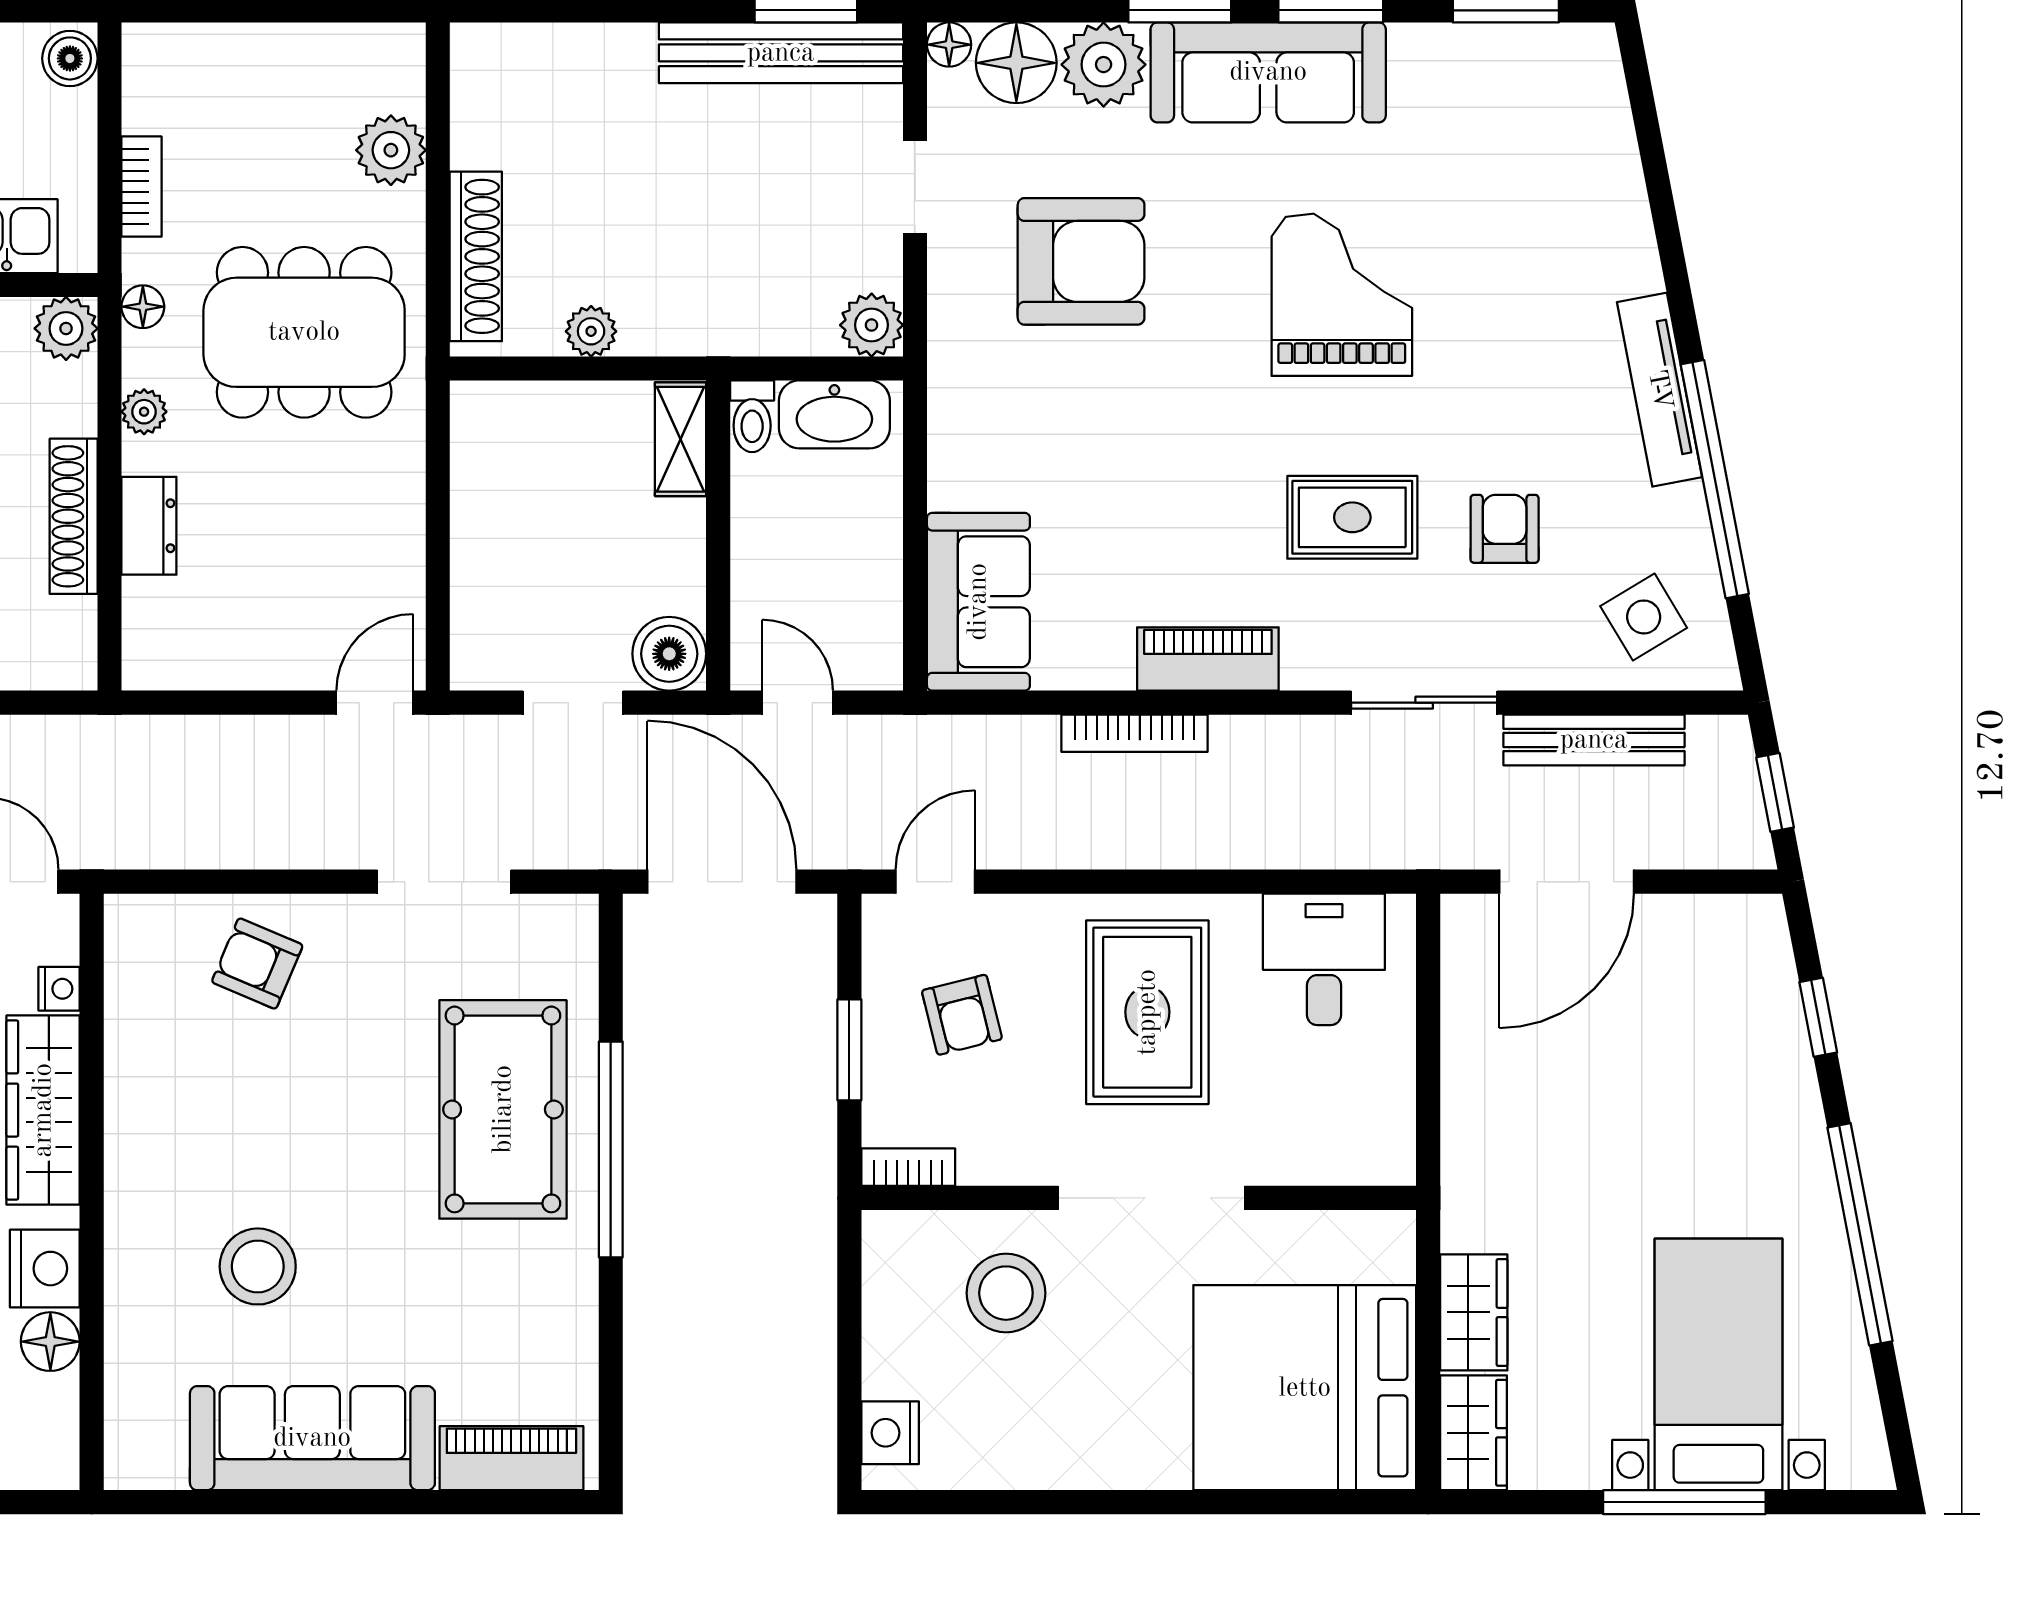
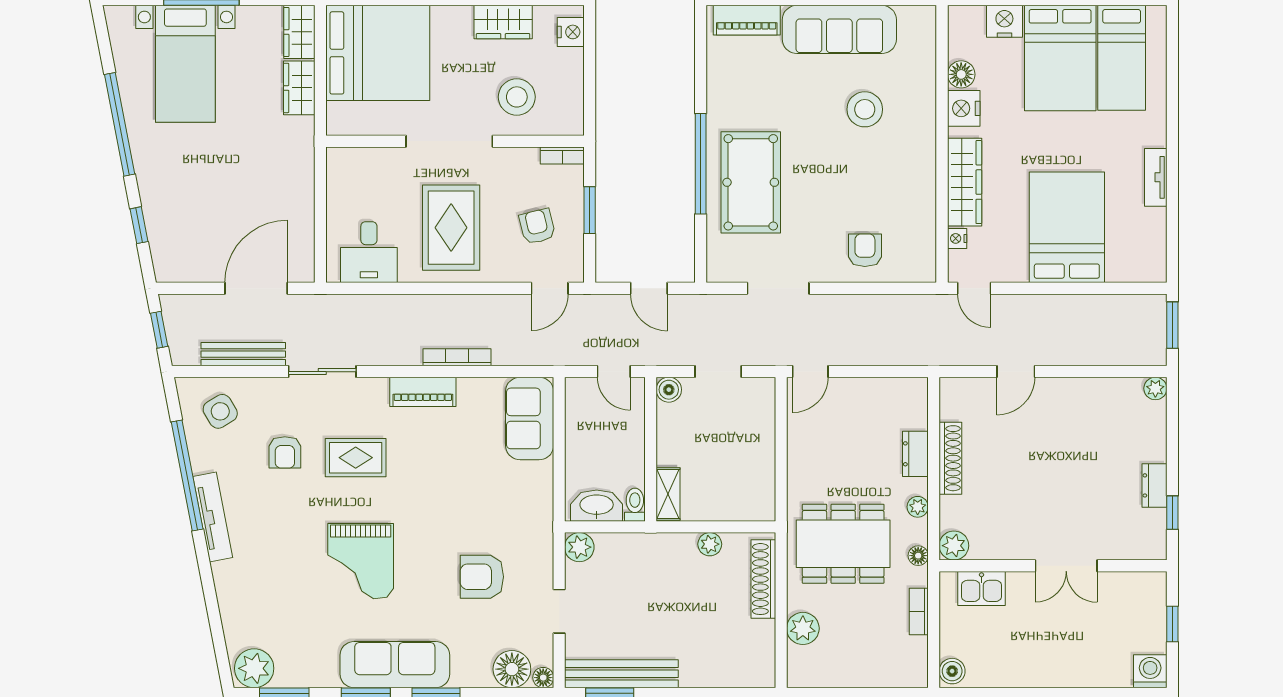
plant: (1104, 65) -> (254, 668), moved
armchair: (1081, 261) -> (482, 577), width x0.73, depth x0.73
boiler: (669, 654) -> (669, 390), width x0.73, depth x0.73
door: (722, 882) -> (649, 288), width x0.53
armchair: (257, 963) -> (865, 250), turned -113
wardrobe: (1036, 1454) -> (503, 22), added

